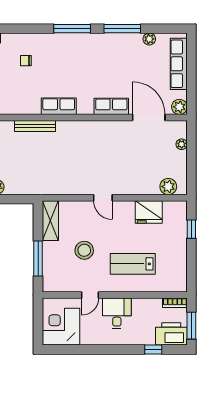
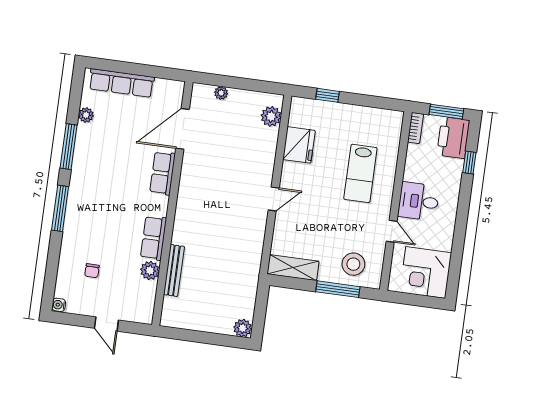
plant: (179, 107) -> (150, 270), moved
stool: (84, 250) -> (353, 264), moved

